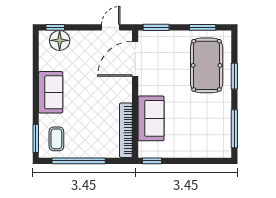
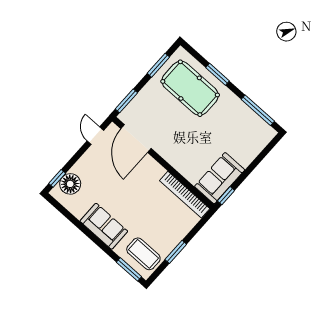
sofa: (151, 118) -> (220, 178), moved, turned -90
coffee table: (56, 139) -> (143, 254), width x1.36, depth x1.30
window: (79, 161) -> (176, 252), width x0.47

